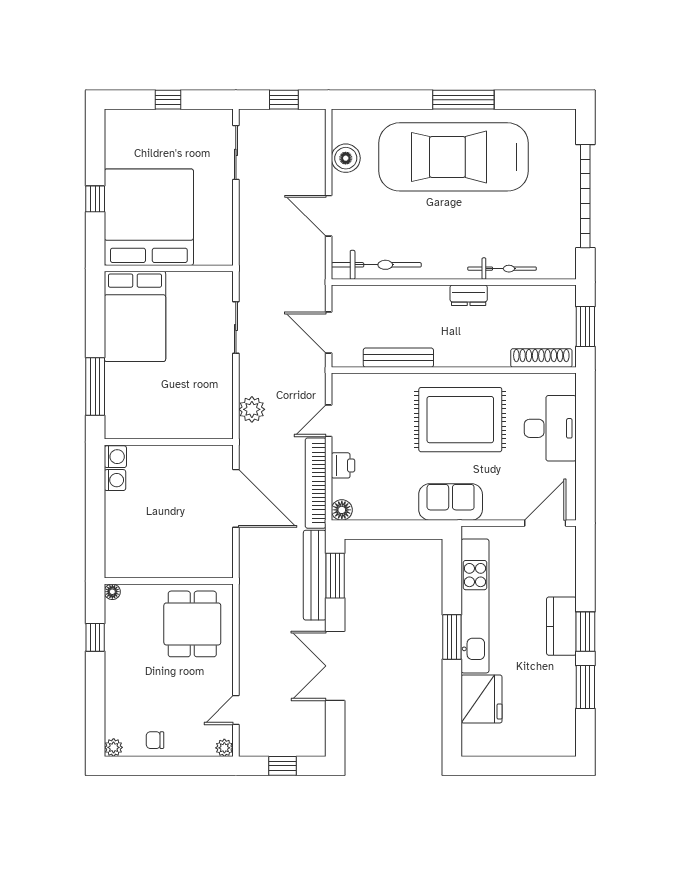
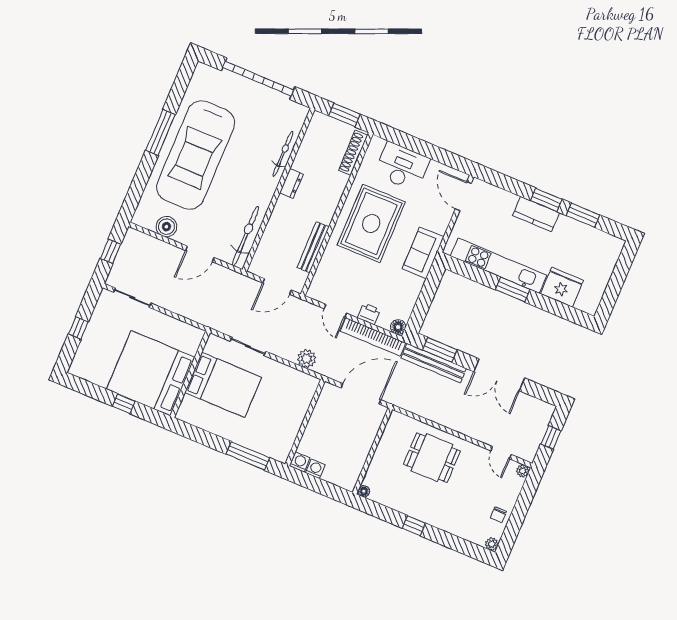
bed: (135, 316) -> (223, 385), moved
wall: (169, 581) -> (372, 451), moved
floor lamp: (112, 592) -> (364, 491), moved

